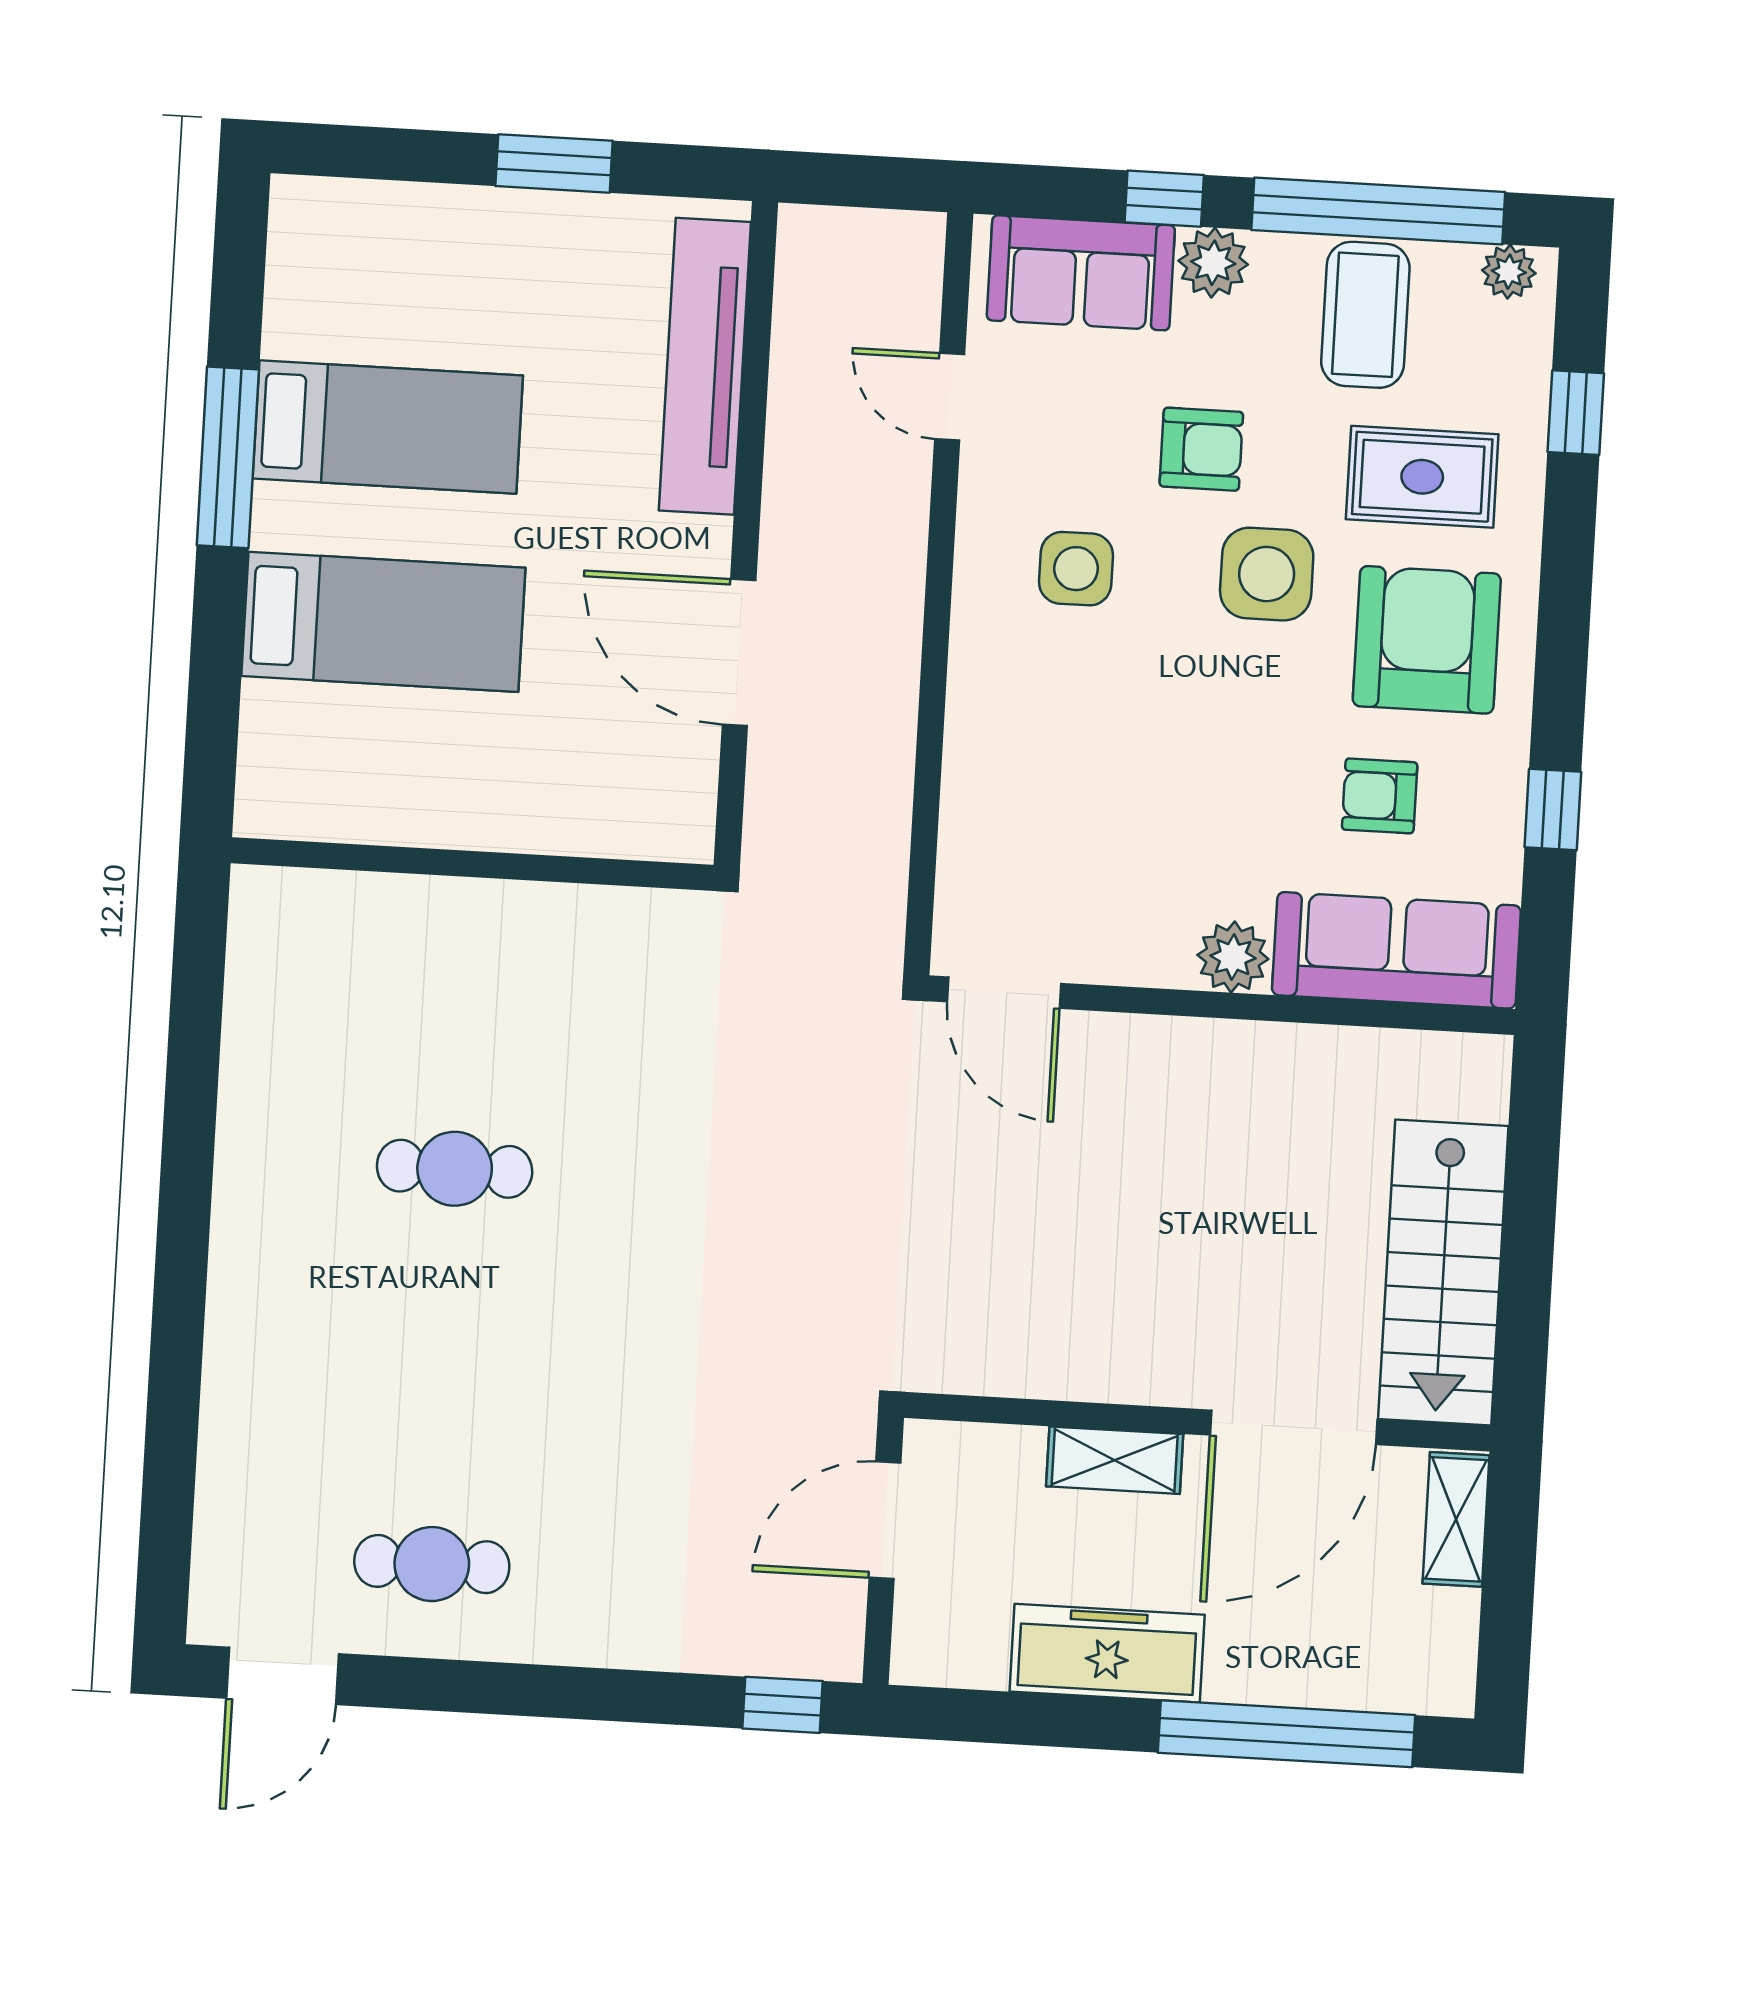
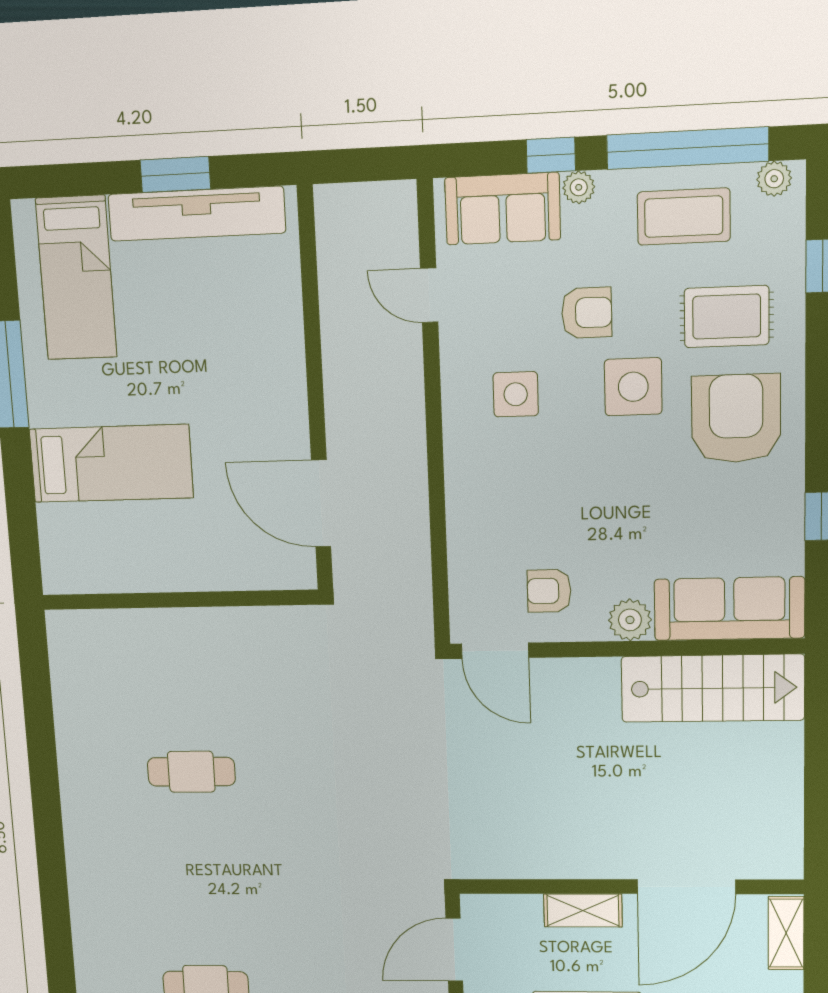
plant: (1213, 263) -> (579, 187), width x0.73, depth x0.73
coffee table: (1365, 315) -> (684, 217), turned 90
tv unit: (705, 366) -> (197, 214), moved, turned -90
bed: (388, 427) -> (76, 278), moved, turned 90
door: (739, 653) -> (321, 503), moved
armchair: (1380, 796) -> (549, 591), moved
stairs: (1443, 1272) -> (713, 688), moved, turned -90

